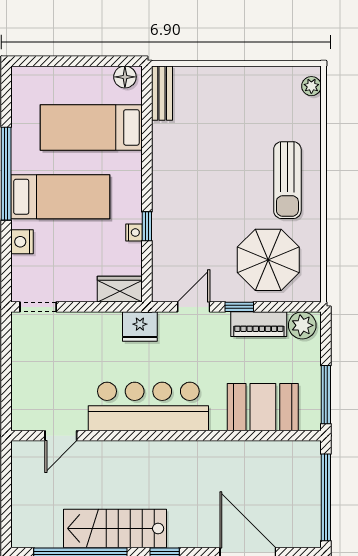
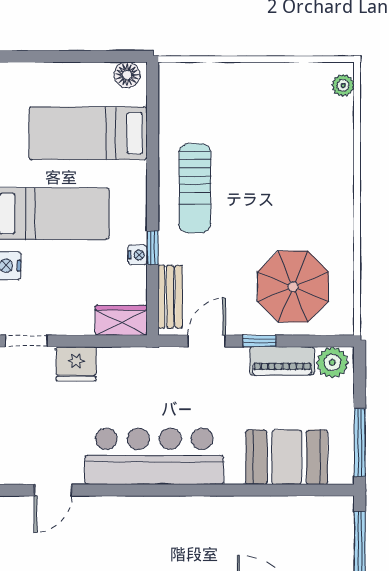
bench: (162, 93) -> (170, 297), moved
sun lounger: (287, 180) -> (195, 188), moved
fridge: (140, 327) -> (76, 364), moved

